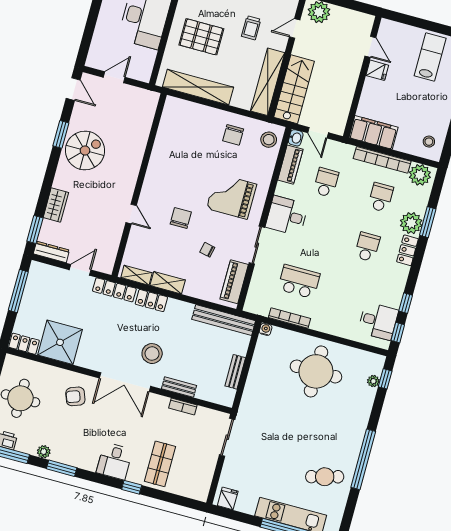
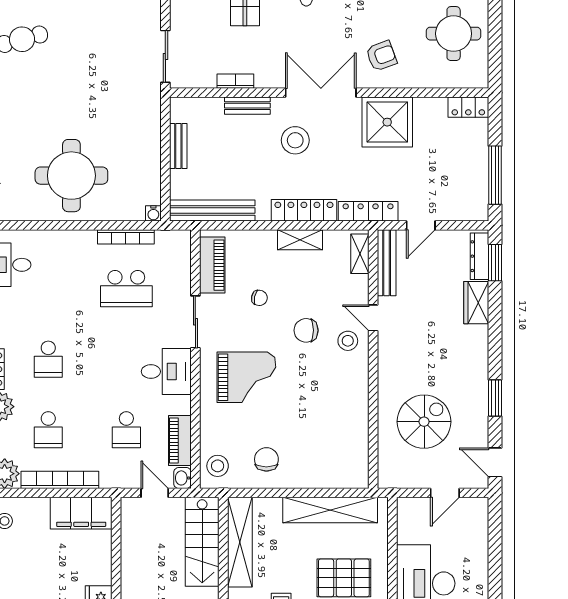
spiral stairs: (85, 150) -> (424, 422), moved, turned 180
stool: (153, 203) -> (348, 341), added
chair: (181, 218) -> (306, 330), turned 90
bench: (111, 250) -> (387, 263), added
dresser: (51, 252) -> (479, 256), moved, turned 90
shelving: (137, 275) -> (360, 254), moved, turned 90
locker: (151, 301) -> (304, 210), width x1.53
shower: (60, 342) -> (387, 122), moved

